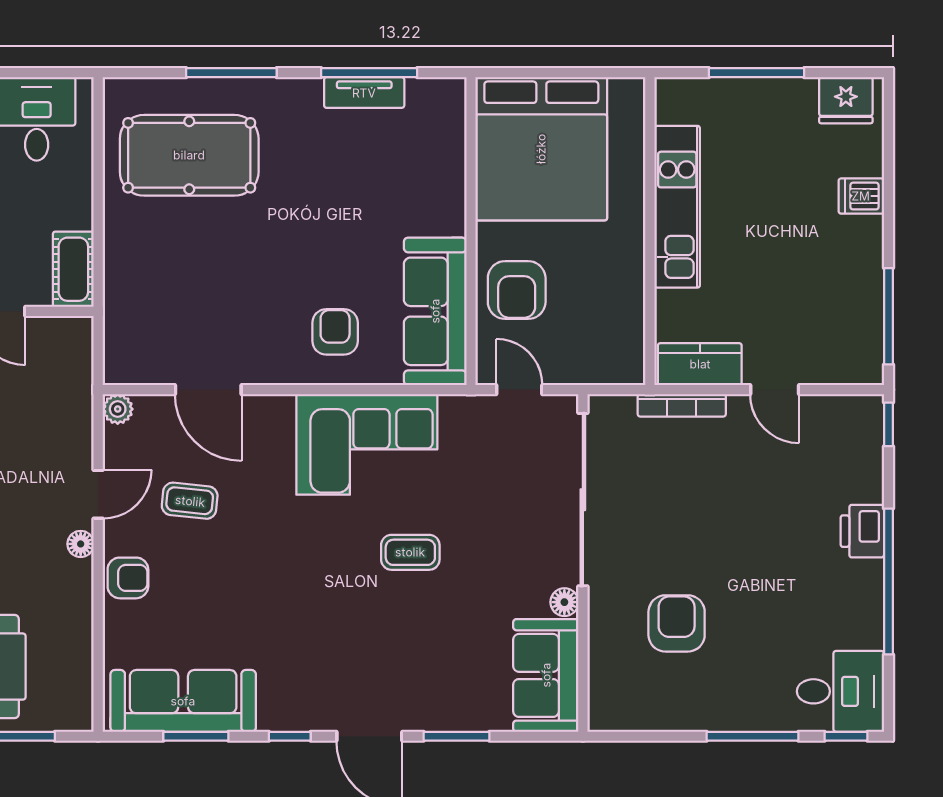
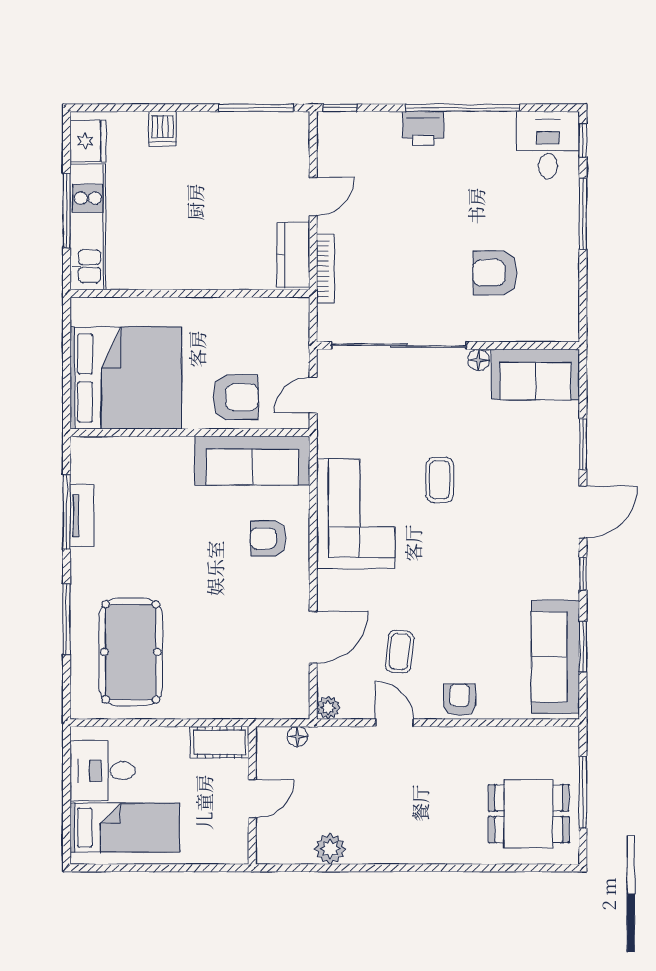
kitchen unit: (677, 207) -> (88, 227), moved, turned 90
floor lamp: (81, 544) -> (297, 736), moved

